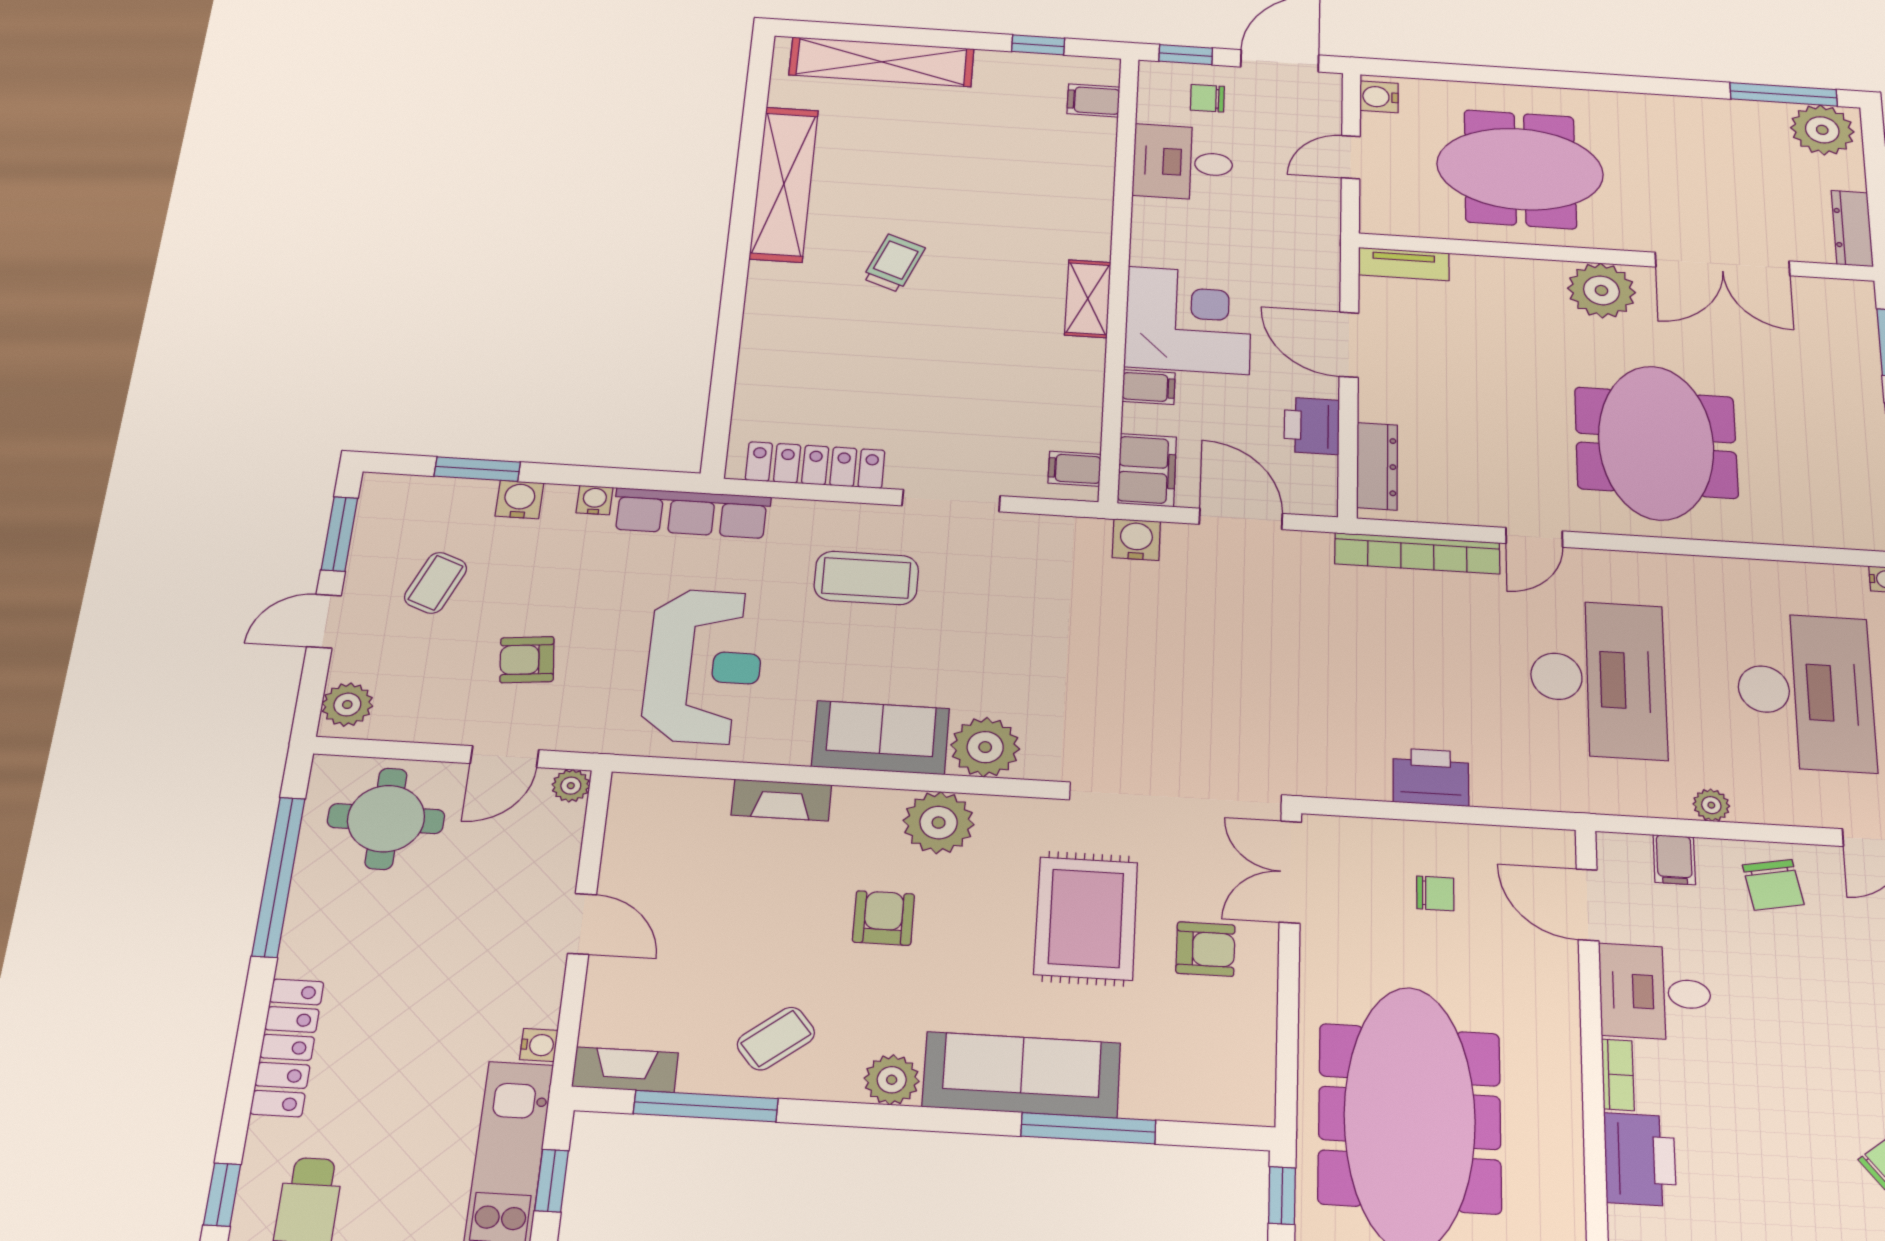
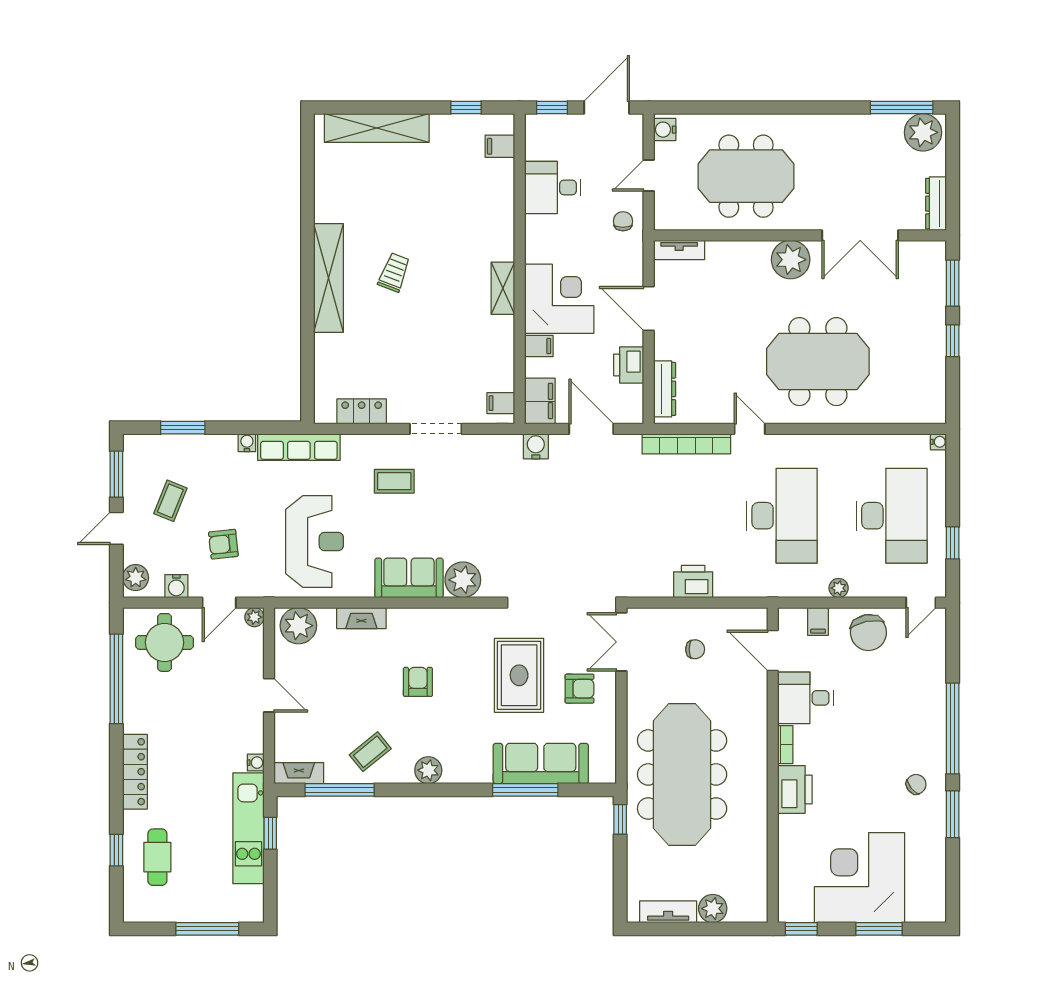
chair: (1207, 98) -> (623, 221), moved, turned 90
shelving: (784, 184) -> (329, 278), moved
meeting table: (1656, 443) -> (818, 362), turned 90
locker: (815, 465) -> (362, 411), width x0.66
water cooler: (519, 499) -> (176, 586), moved, turned 180
door: (1534, 537) -> (750, 429), swing flipped
coffee table: (866, 578) -> (394, 481), width x0.73, depth x0.77
plant: (939, 823) -> (298, 626), moved
chair: (1773, 885) -> (868, 633), width x1.37, depth x1.37
sofa: (1022, 1075) -> (541, 763), moved

